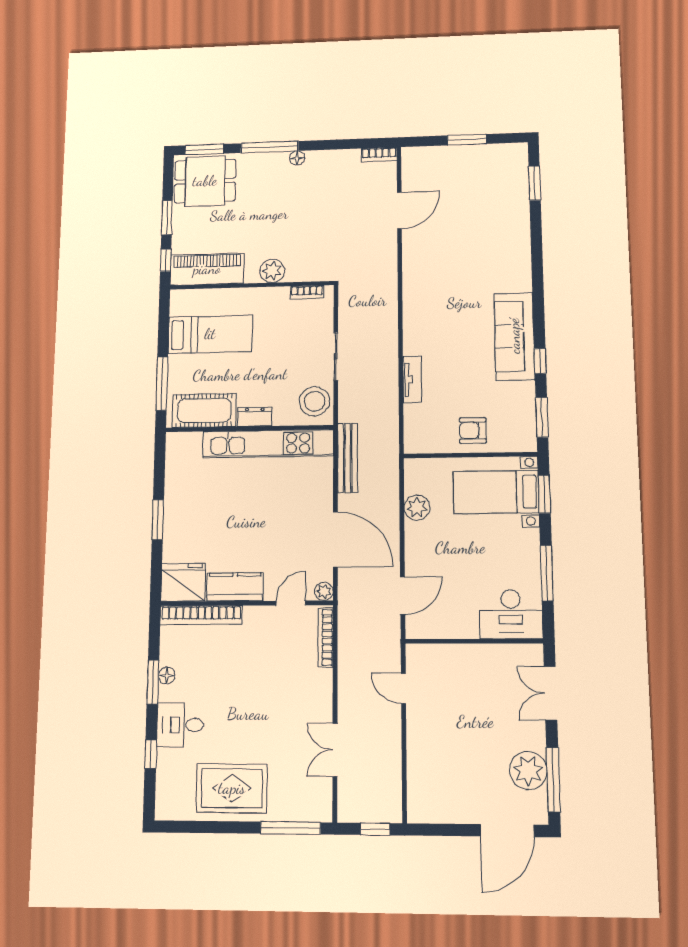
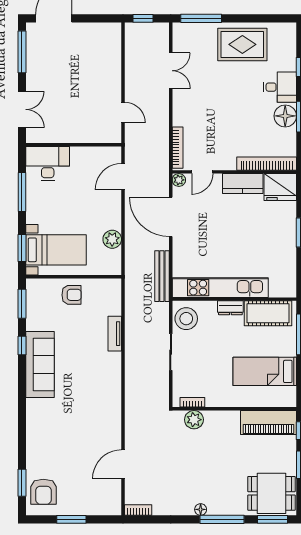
armchair: (505, 173) -> (43, 492), added
plant: (272, 271) -> (194, 420), moved
floor lamp: (167, 676) -> (285, 116), width x1.89, depth x1.89
plant: (528, 771) -> (39, 58), removed

